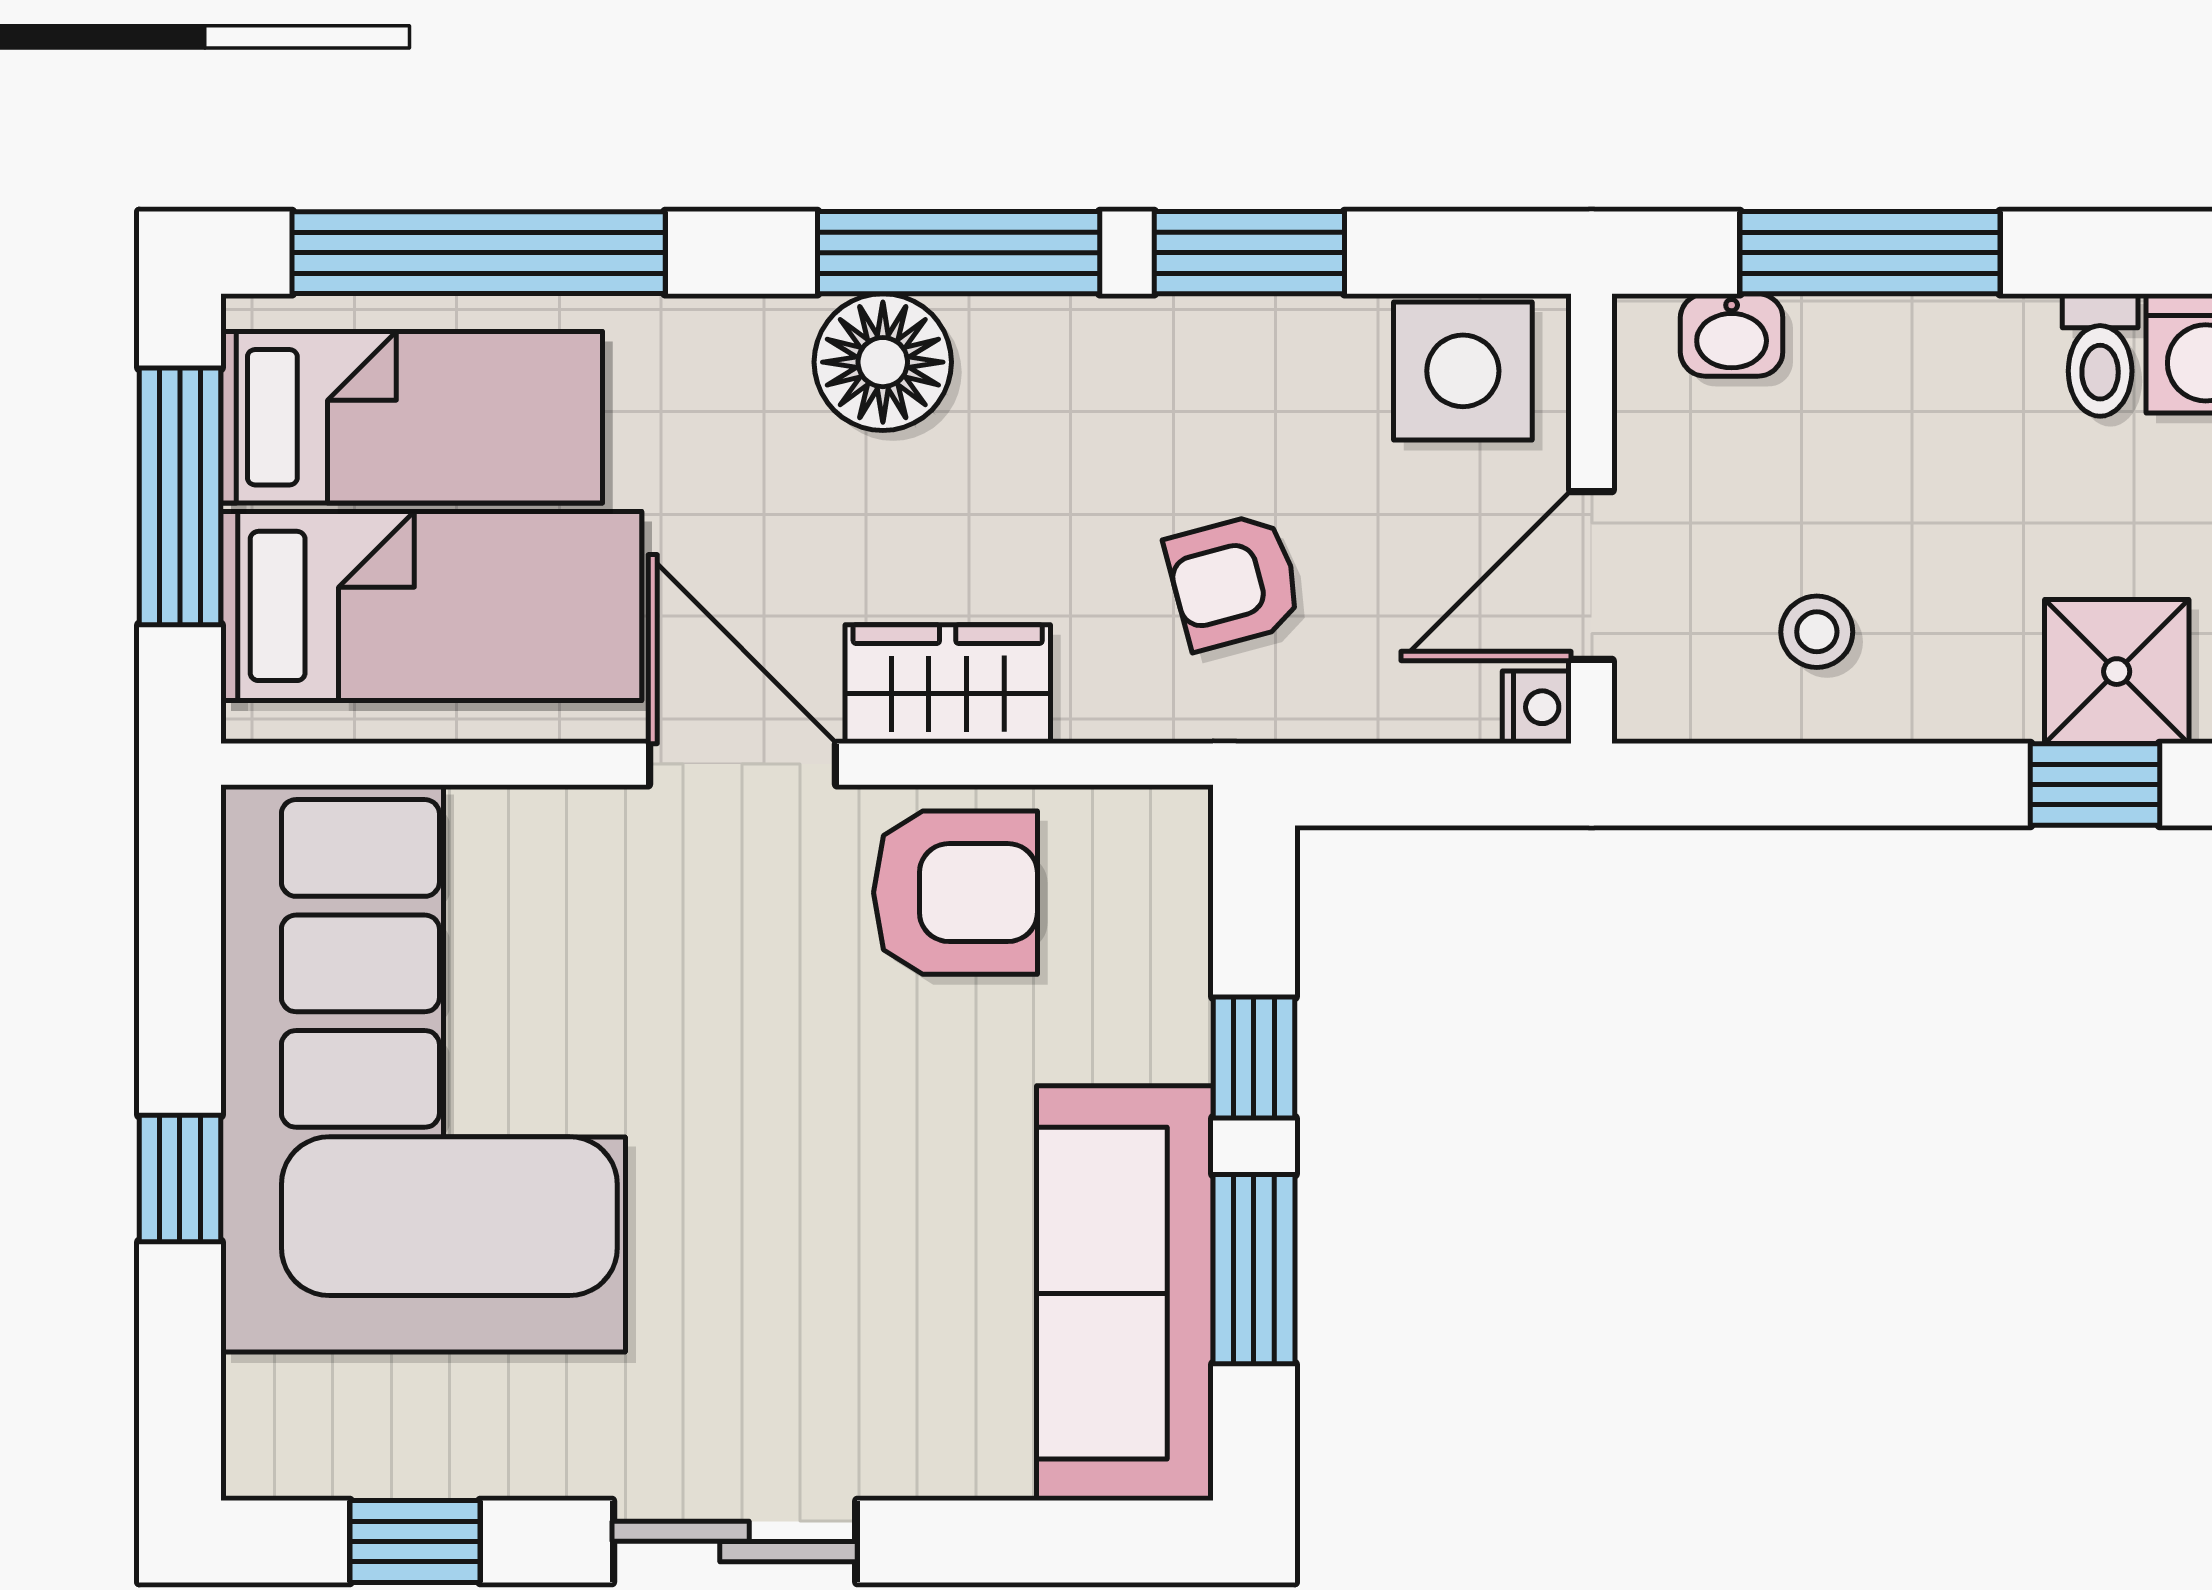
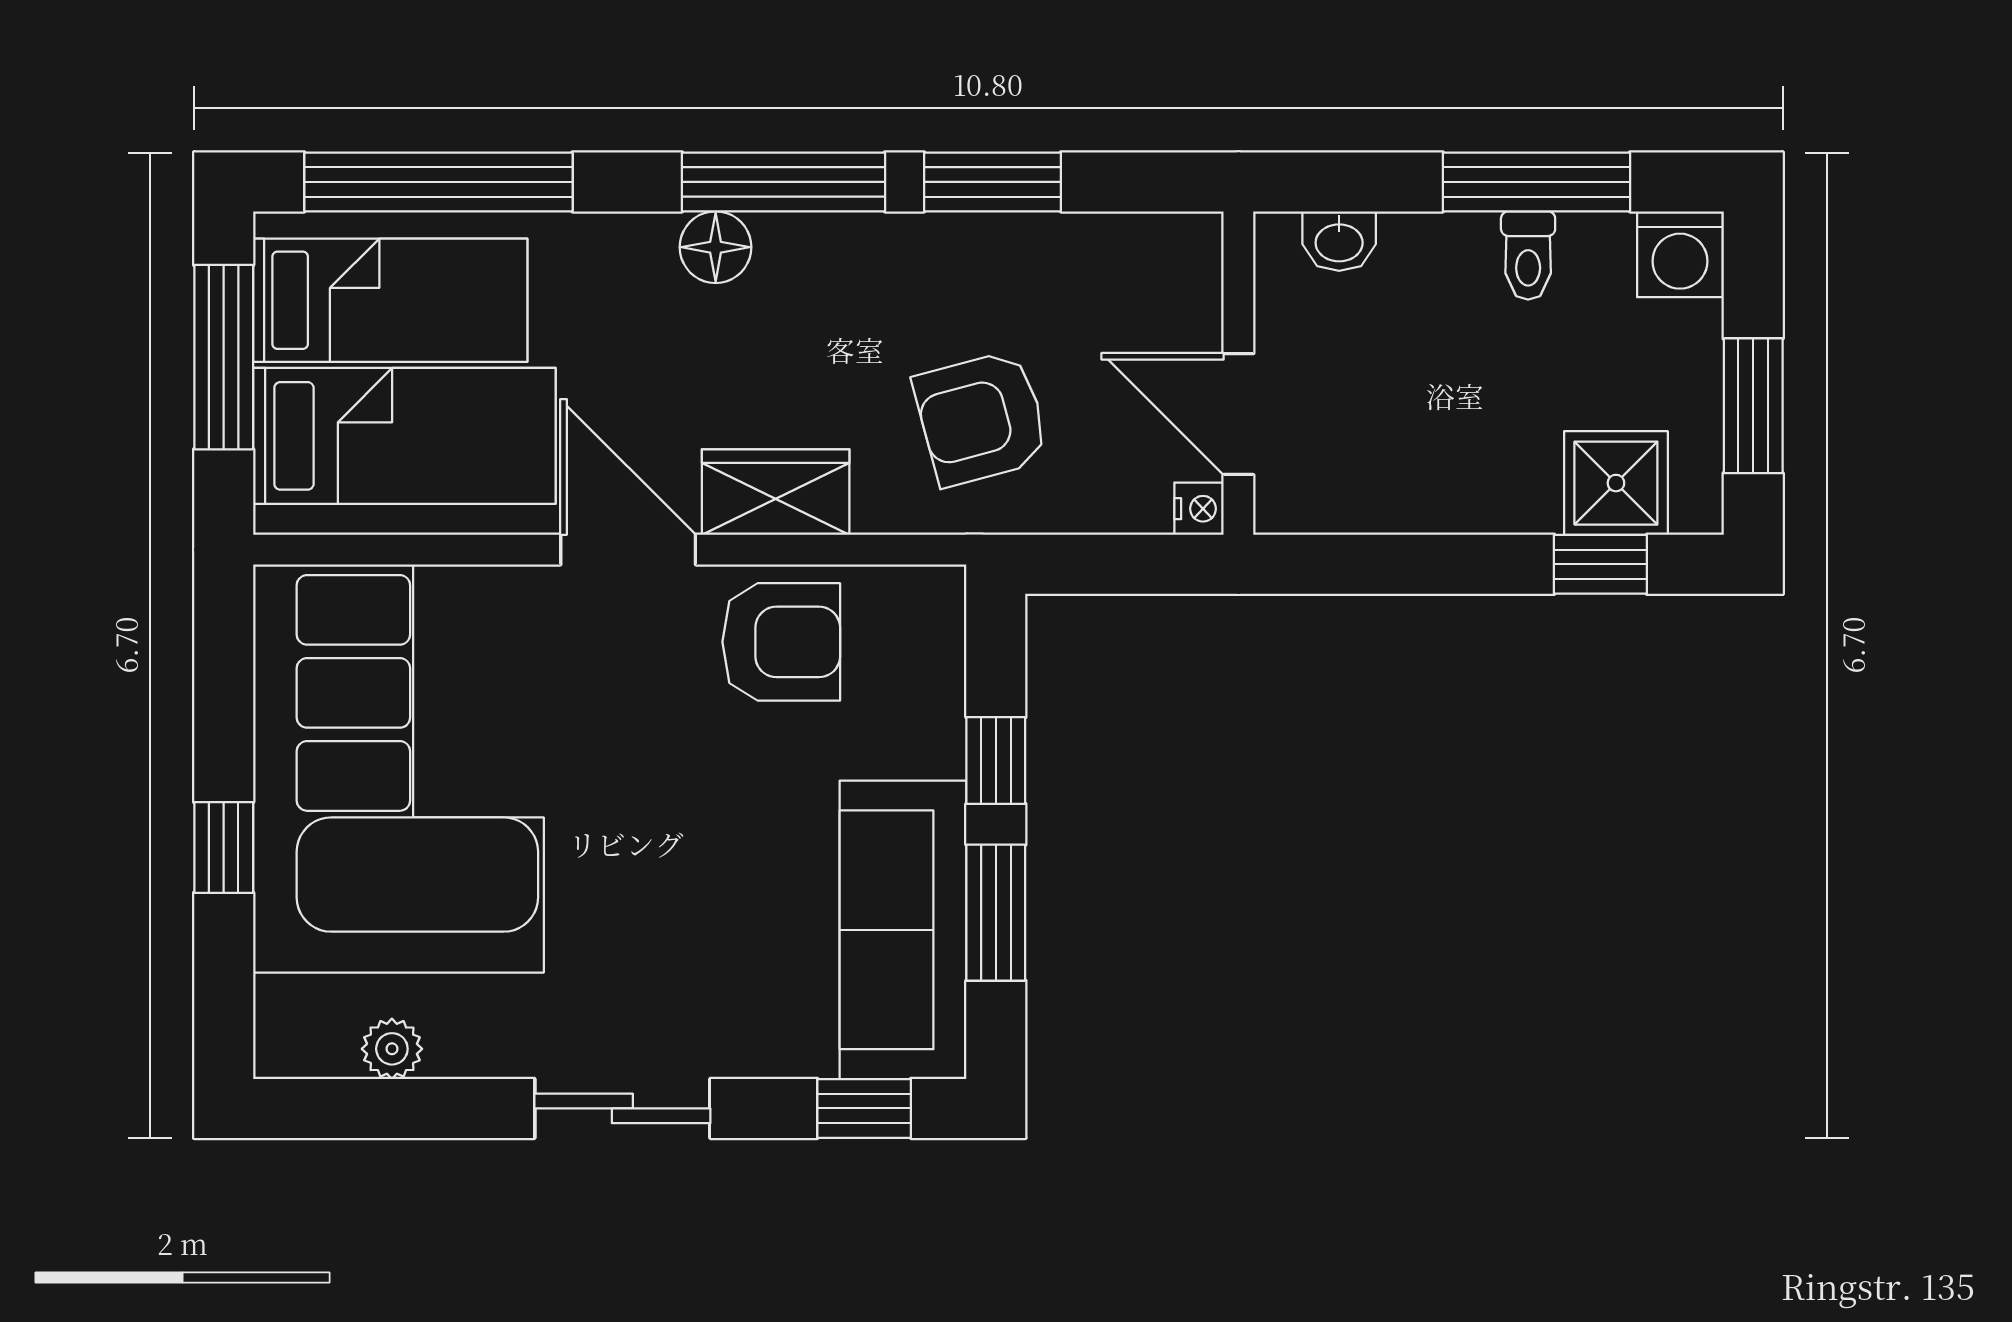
window: (1870, 253) -> (1536, 182), moved
toilet: (2100, 355) -> (1528, 255), moved
floor lamp: (883, 362) -> (716, 247), width x0.73, depth x0.73
side table: (1463, 371) -> (1146, 267), removed
door: (1592, 576) -> (1238, 414), hinge flipped
armchair: (1234, 581) -> (981, 418), width x1.38, depth x1.38
stool: (1817, 632) -> (1400, 454), removed
plant: (414, 1459) -> (392, 1049), added
window: (415, 1541) -> (864, 1108), moved

